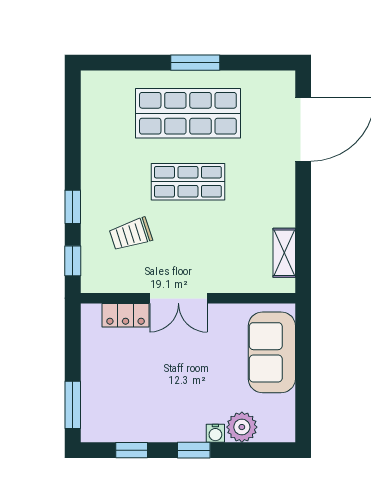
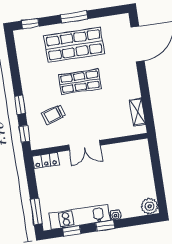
window: (114, 63) -> (30, 24), added
locker: (126, 315) -> (46, 161), moved
sofa: (272, 352) -> (139, 167), removed
kitchen unit: (150, 427) -> (80, 217), added
plant: (242, 427) -> (150, 206), moved

